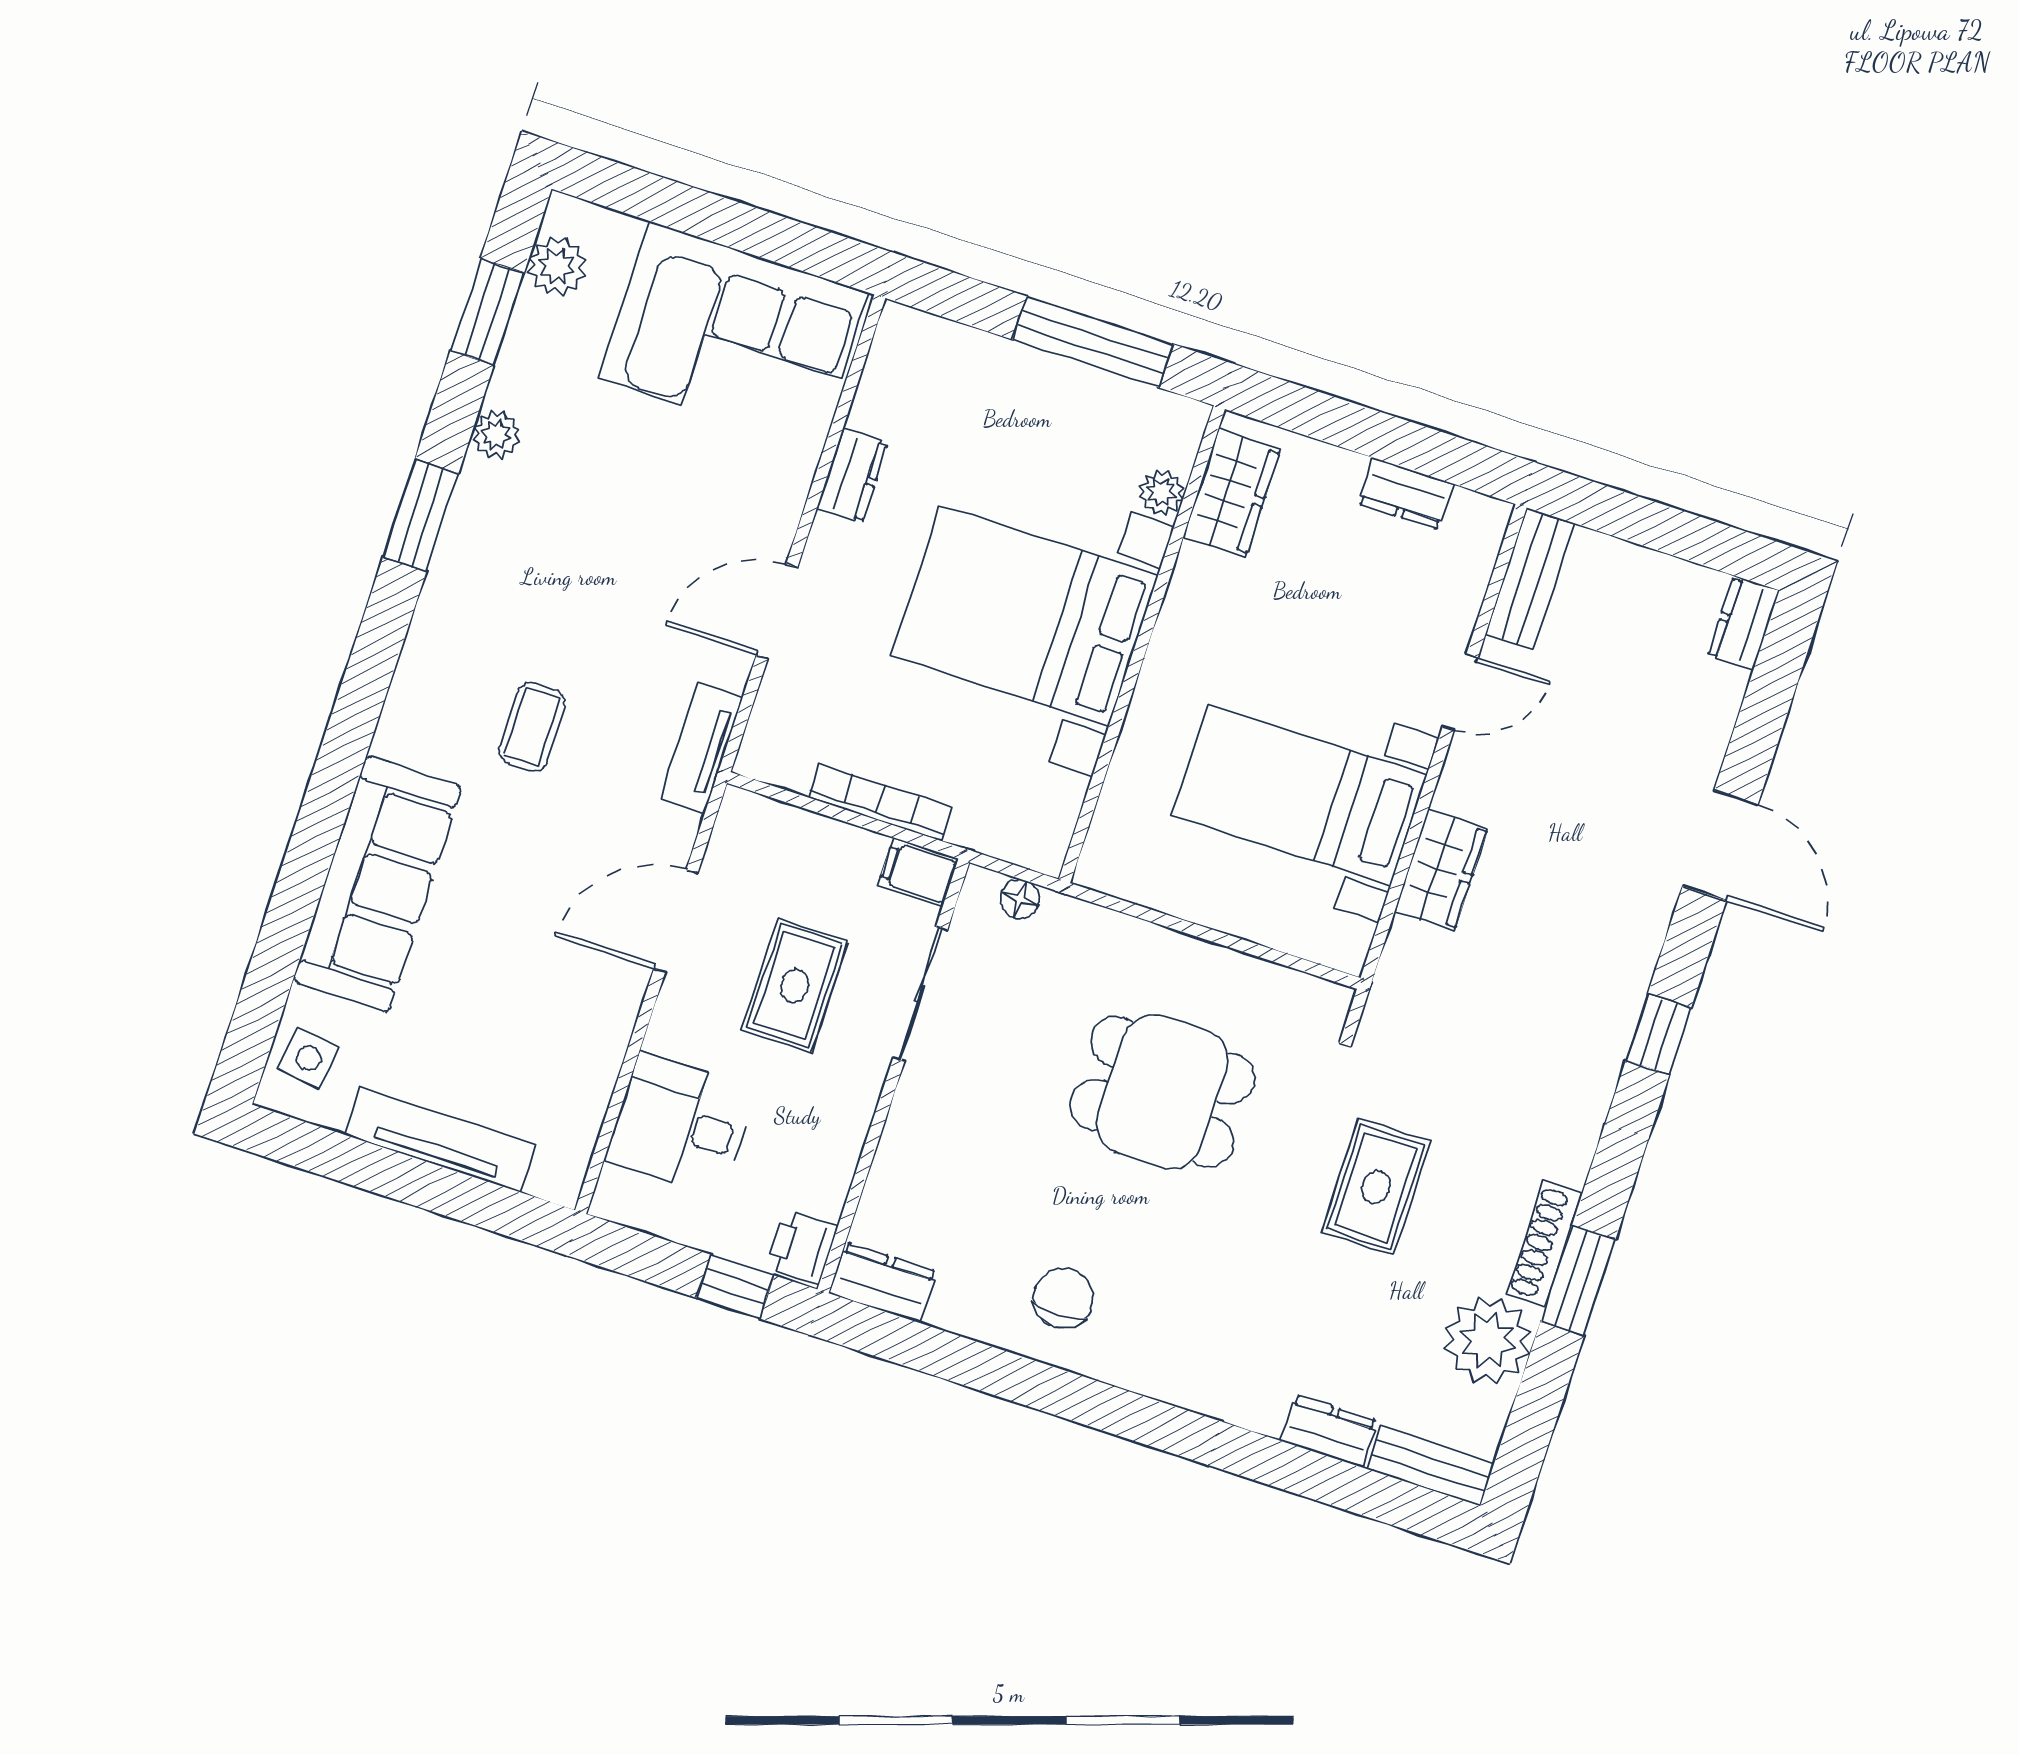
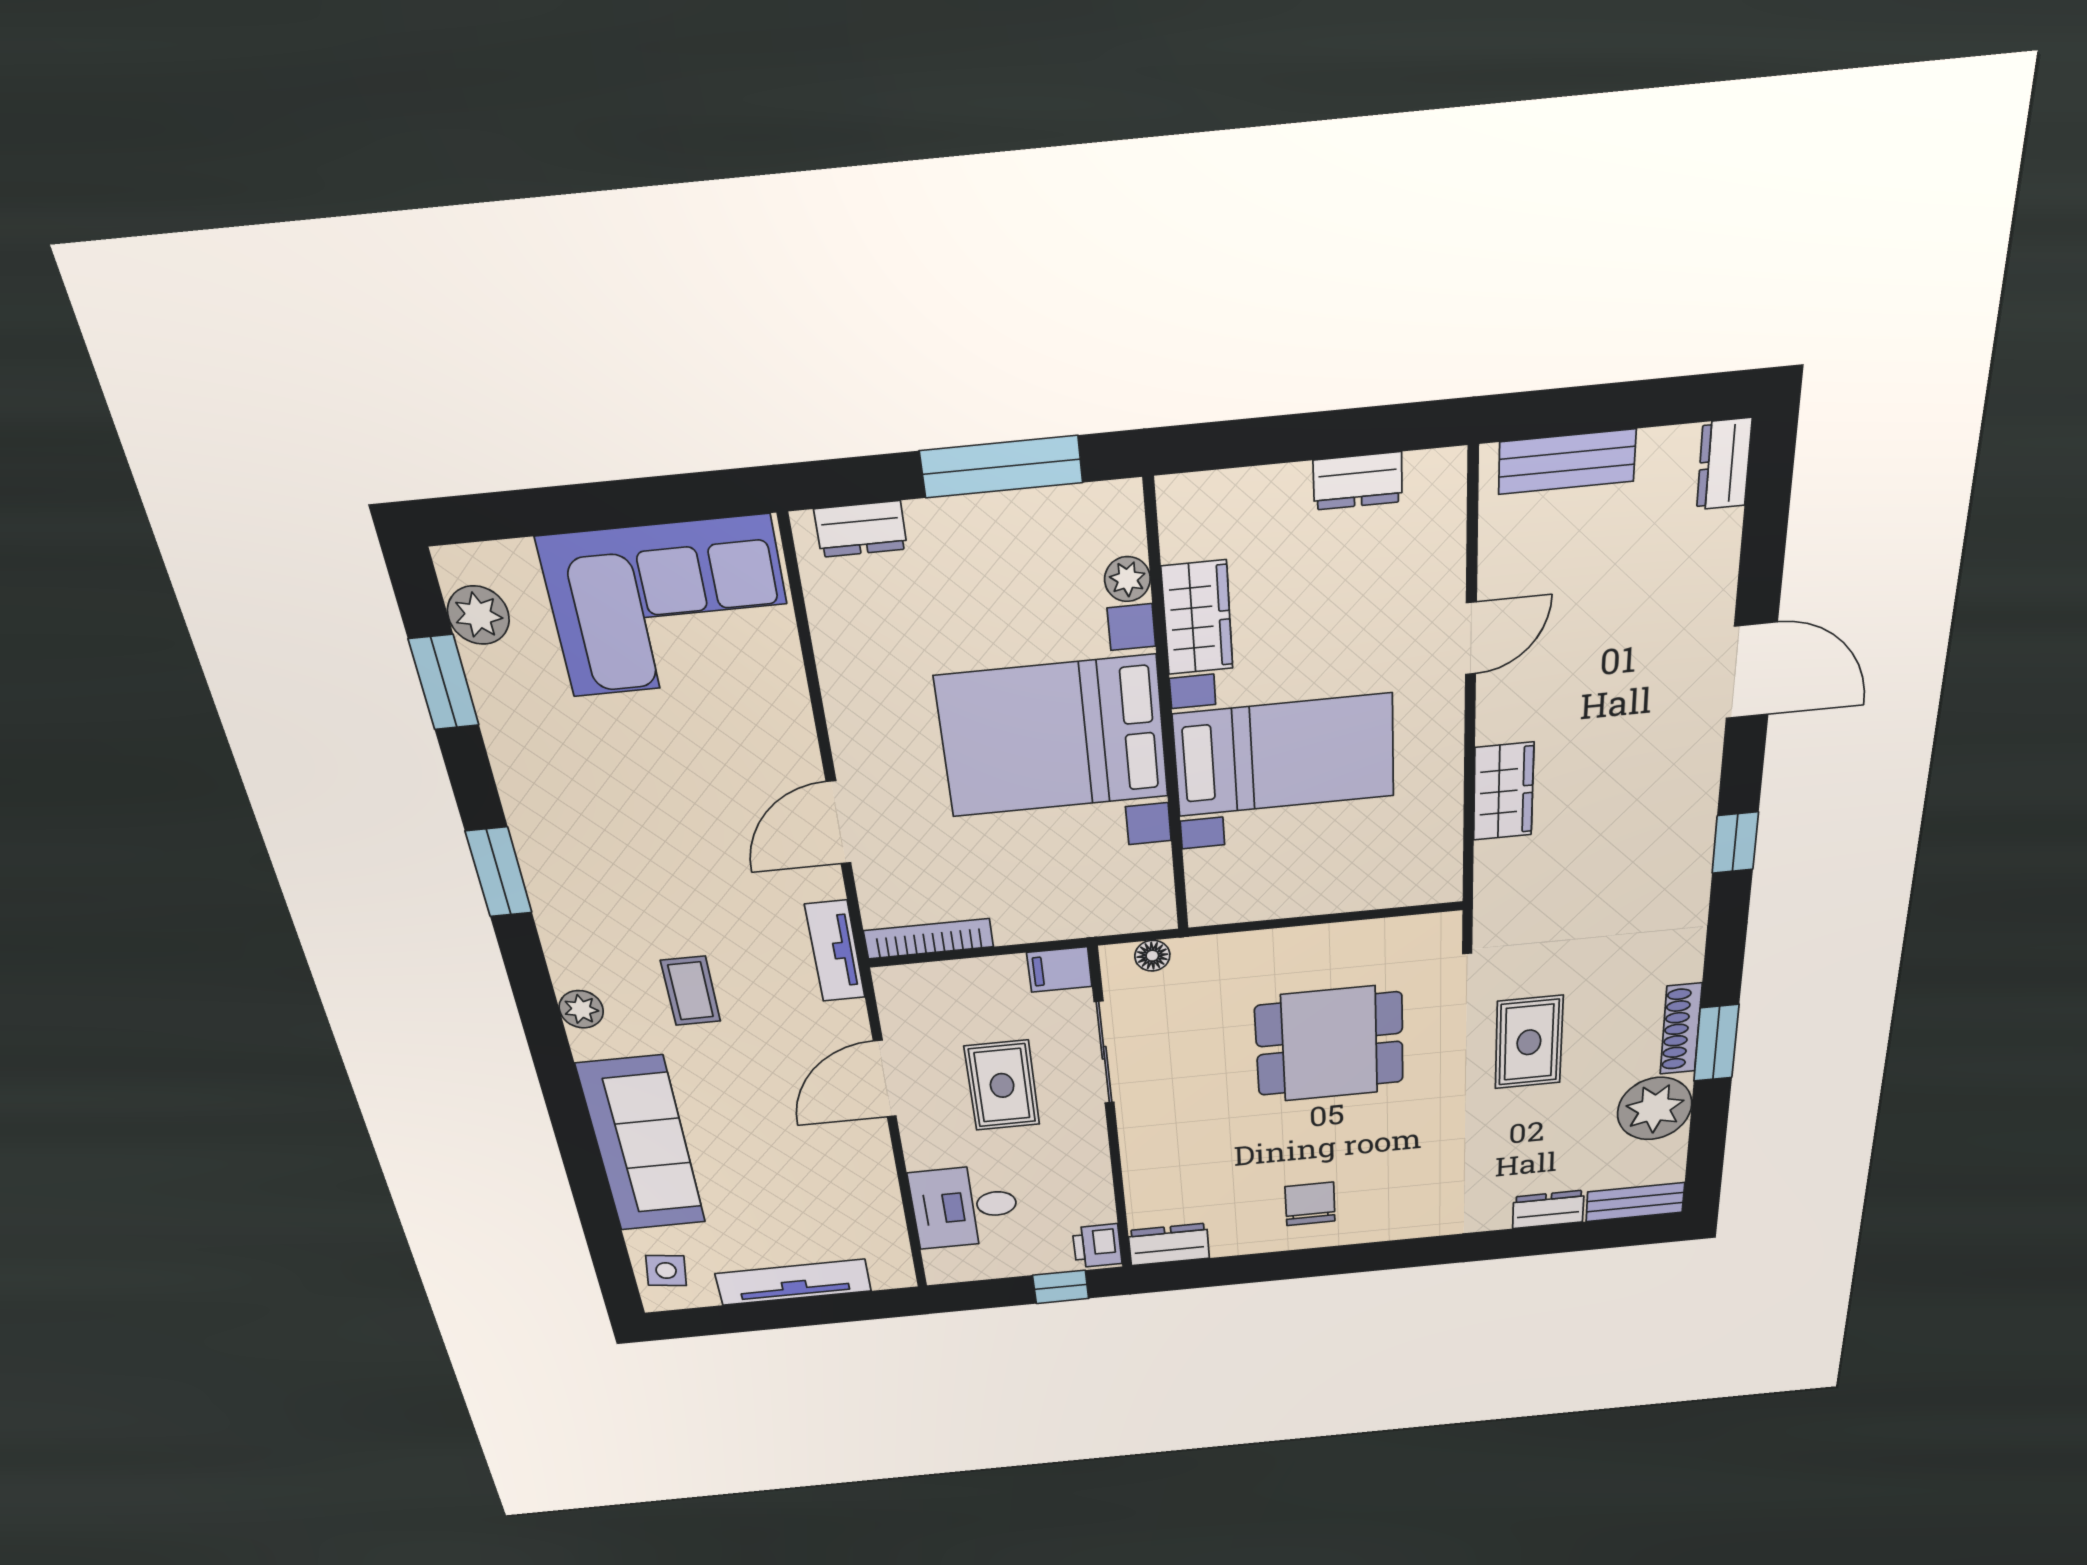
plant: (496, 435) -> (581, 1009), moved
dresser: (852, 475) -> (861, 529), moved, turned 90
wardrobe: (1232, 493) -> (1197, 618), moved
bench: (1530, 579) -> (1567, 462), moved, turned 90
bed with nightstands: (1300, 795) -> (1284, 755), moved, turned 180
bookcase: (880, 802) -> (929, 939), moved

